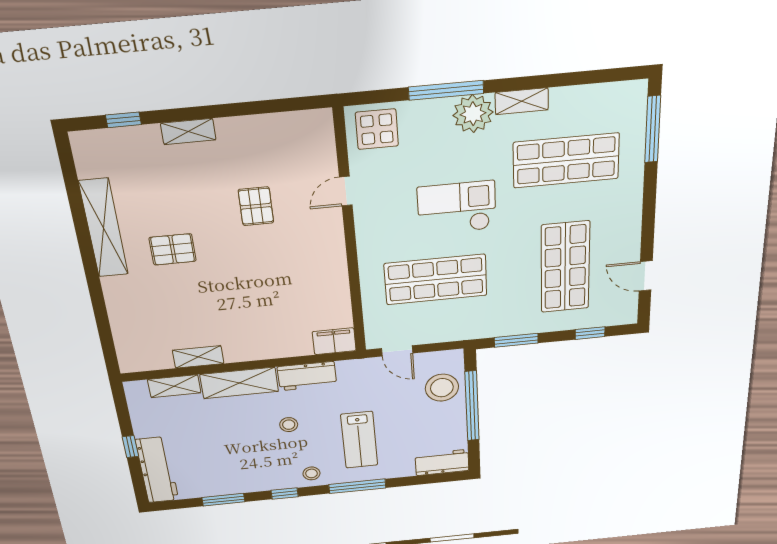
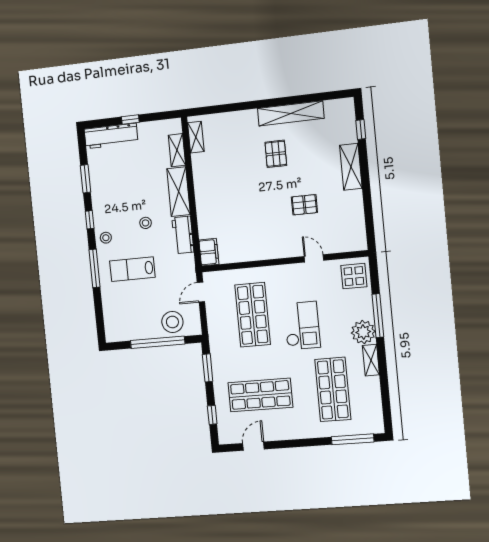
shelving: (188, 132) -> (351, 167), width x1.50, depth x1.33
shelving: (198, 357) -> (196, 137), moved
workbench: (442, 462) -> (113, 325), removed

